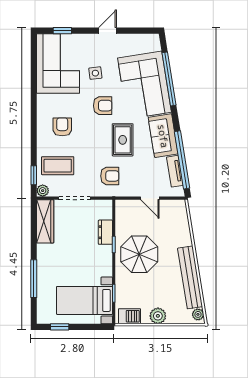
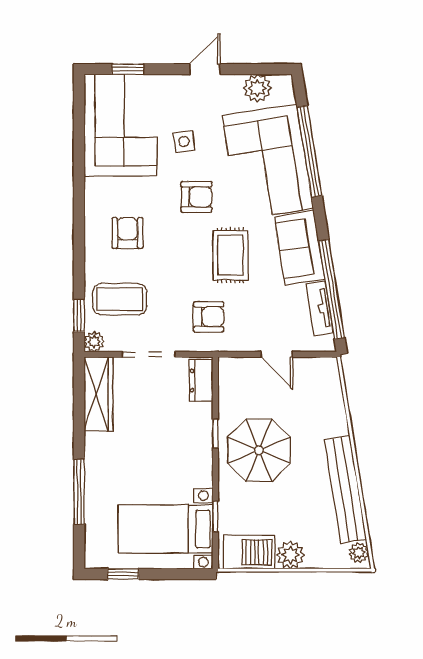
plant: (138, 42) -> (257, 88), added
dresser: (105, 232) -> (201, 381), moved
barbecue: (129, 316) -> (249, 552), width x1.38, depth x1.27

